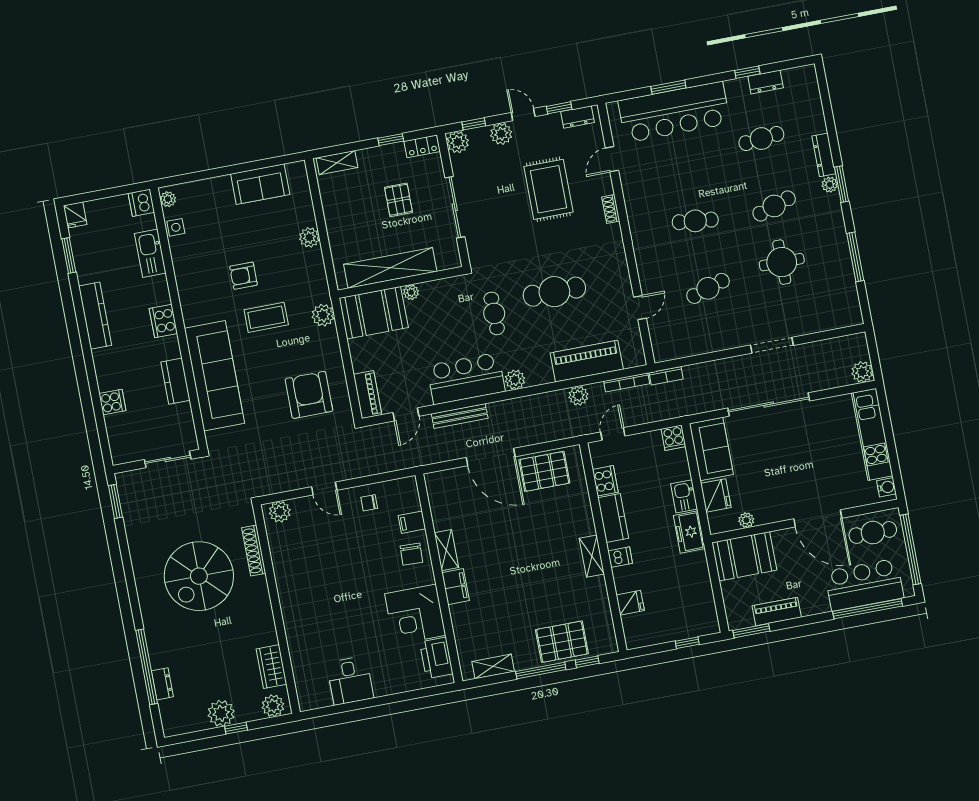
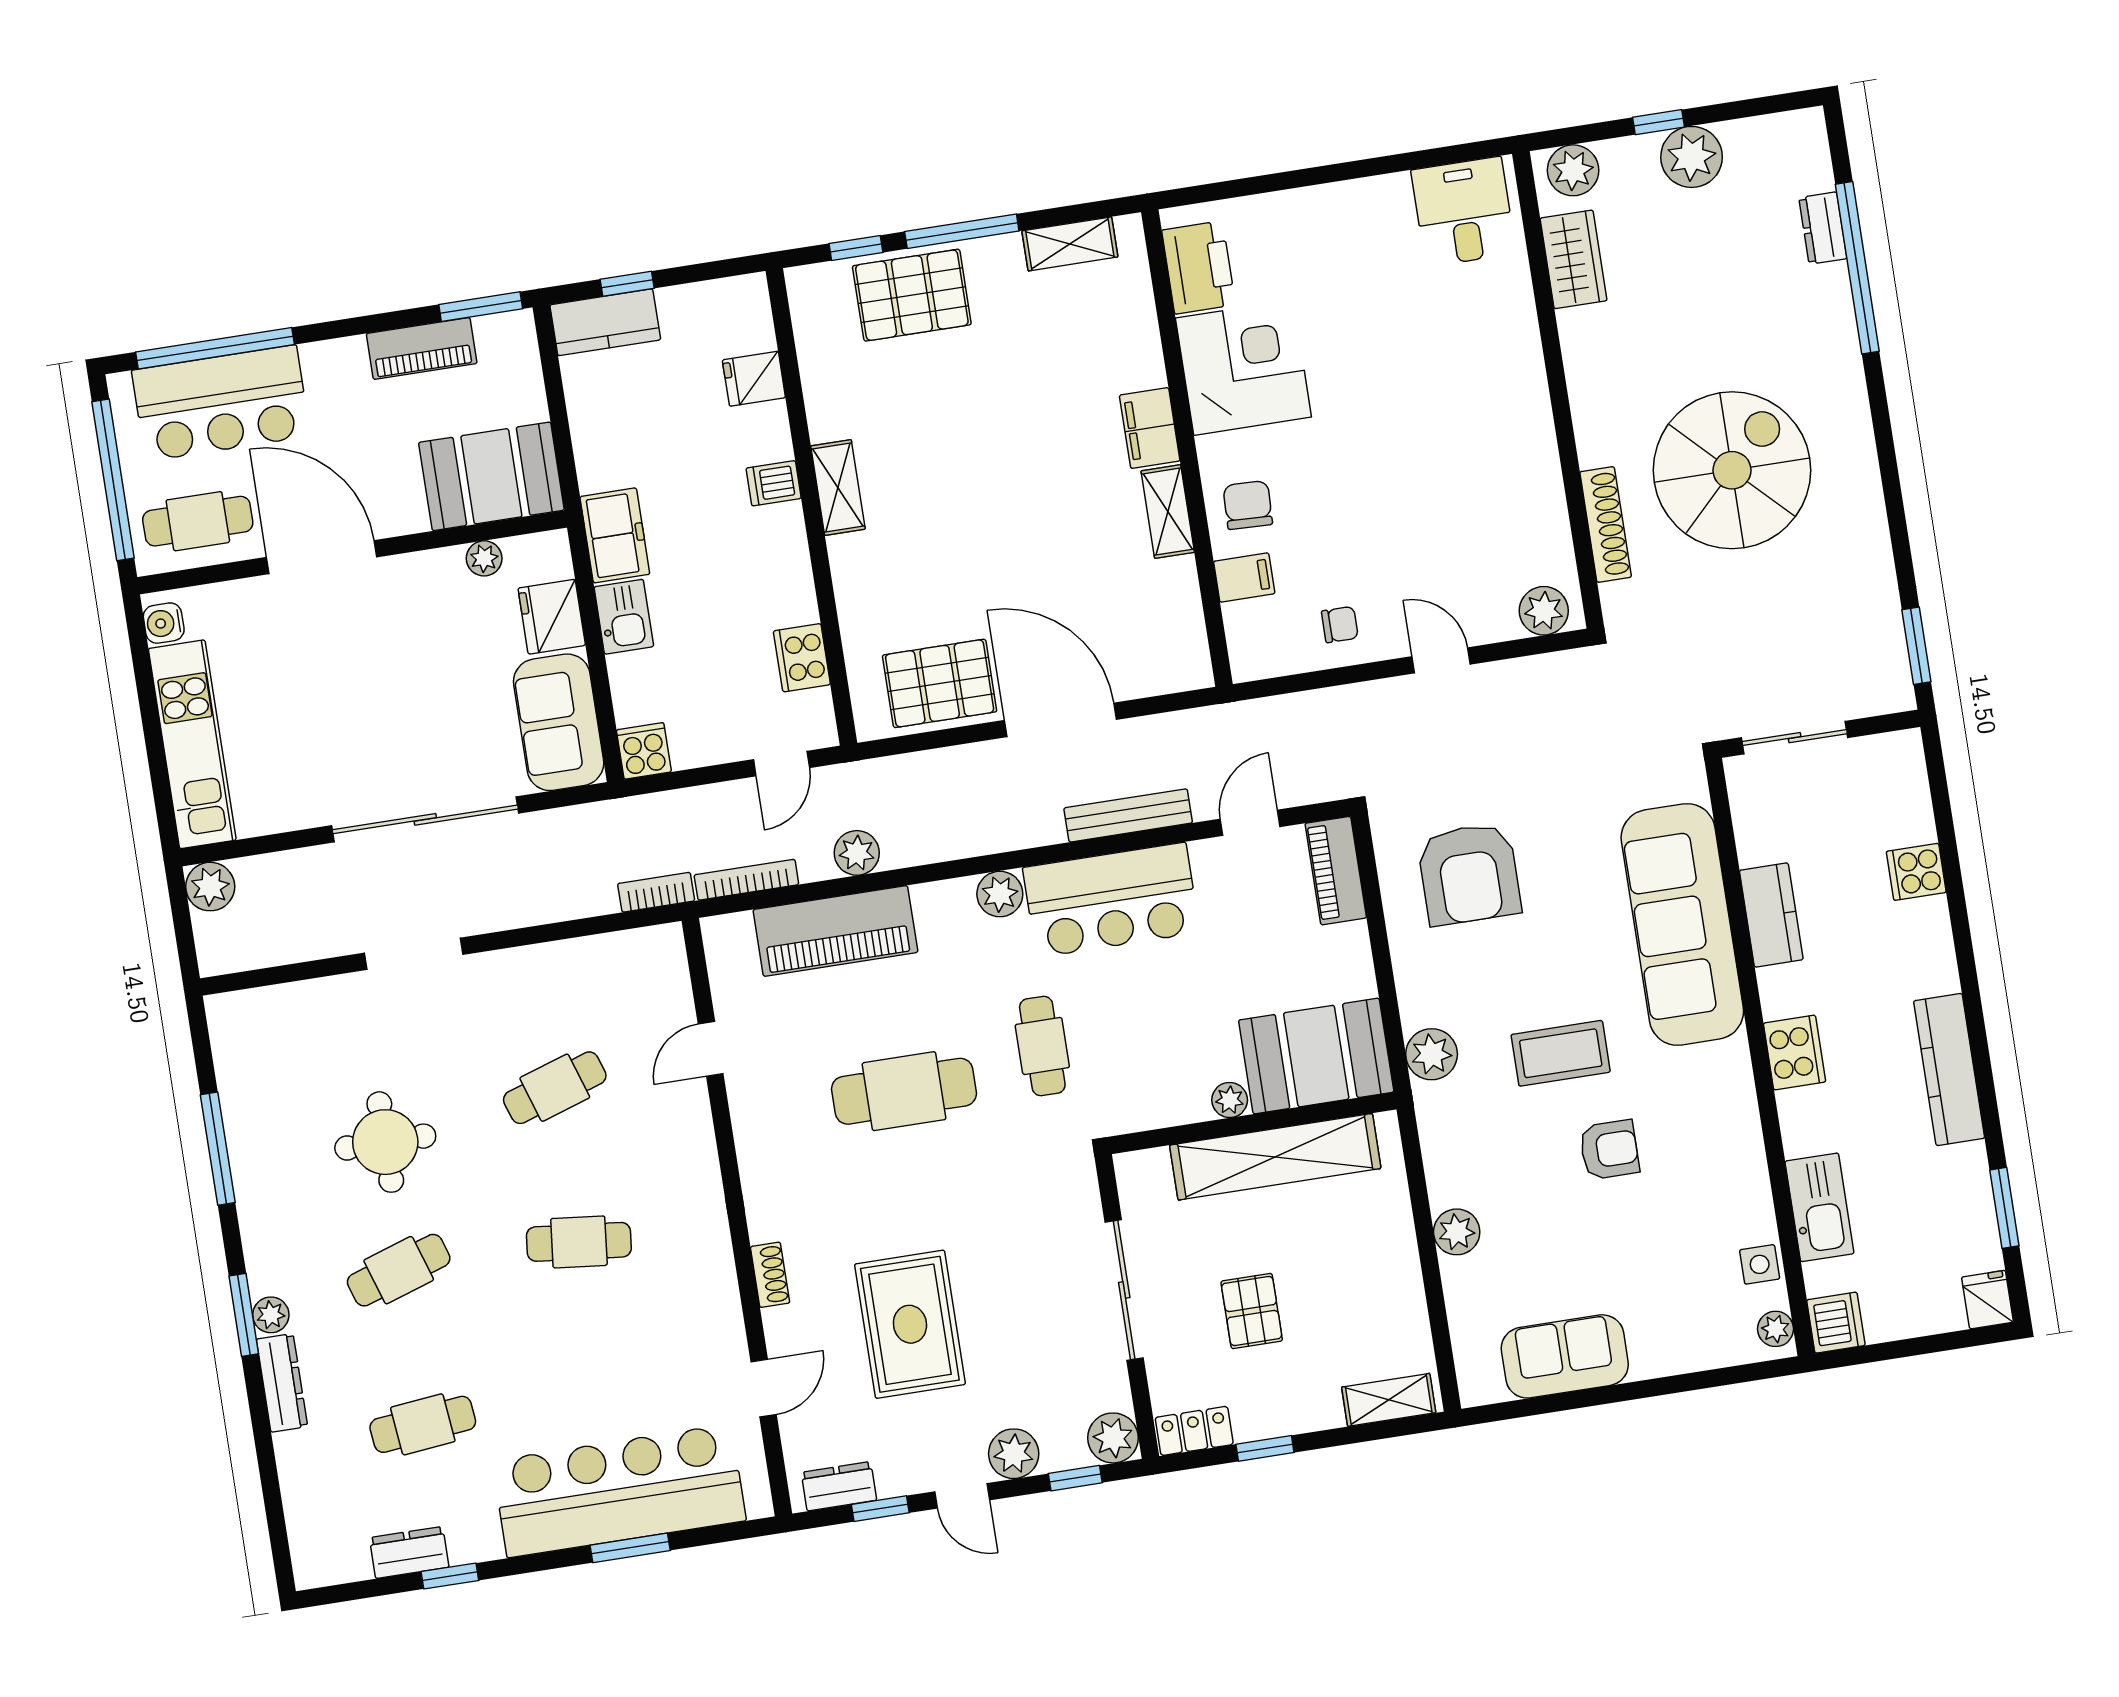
kitchen counter: (613, 518) -> (605, 322), moved, turned -90
desk: (350, 680) -> (1463, 212), moved

